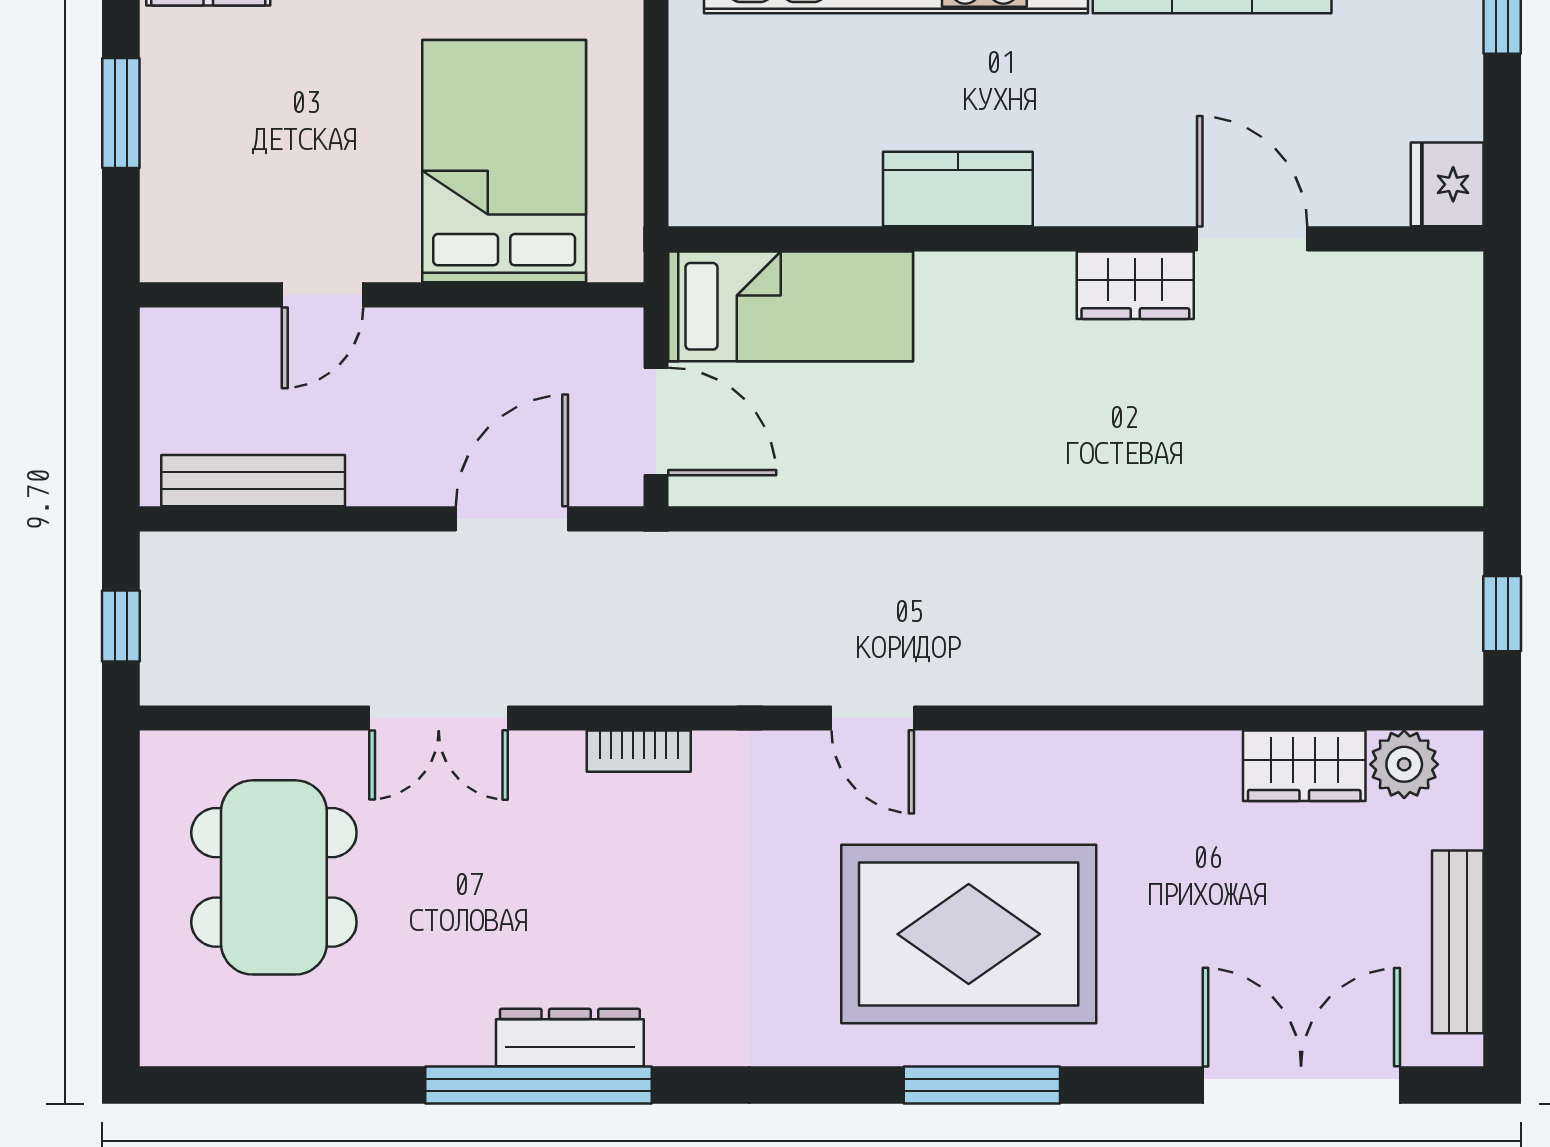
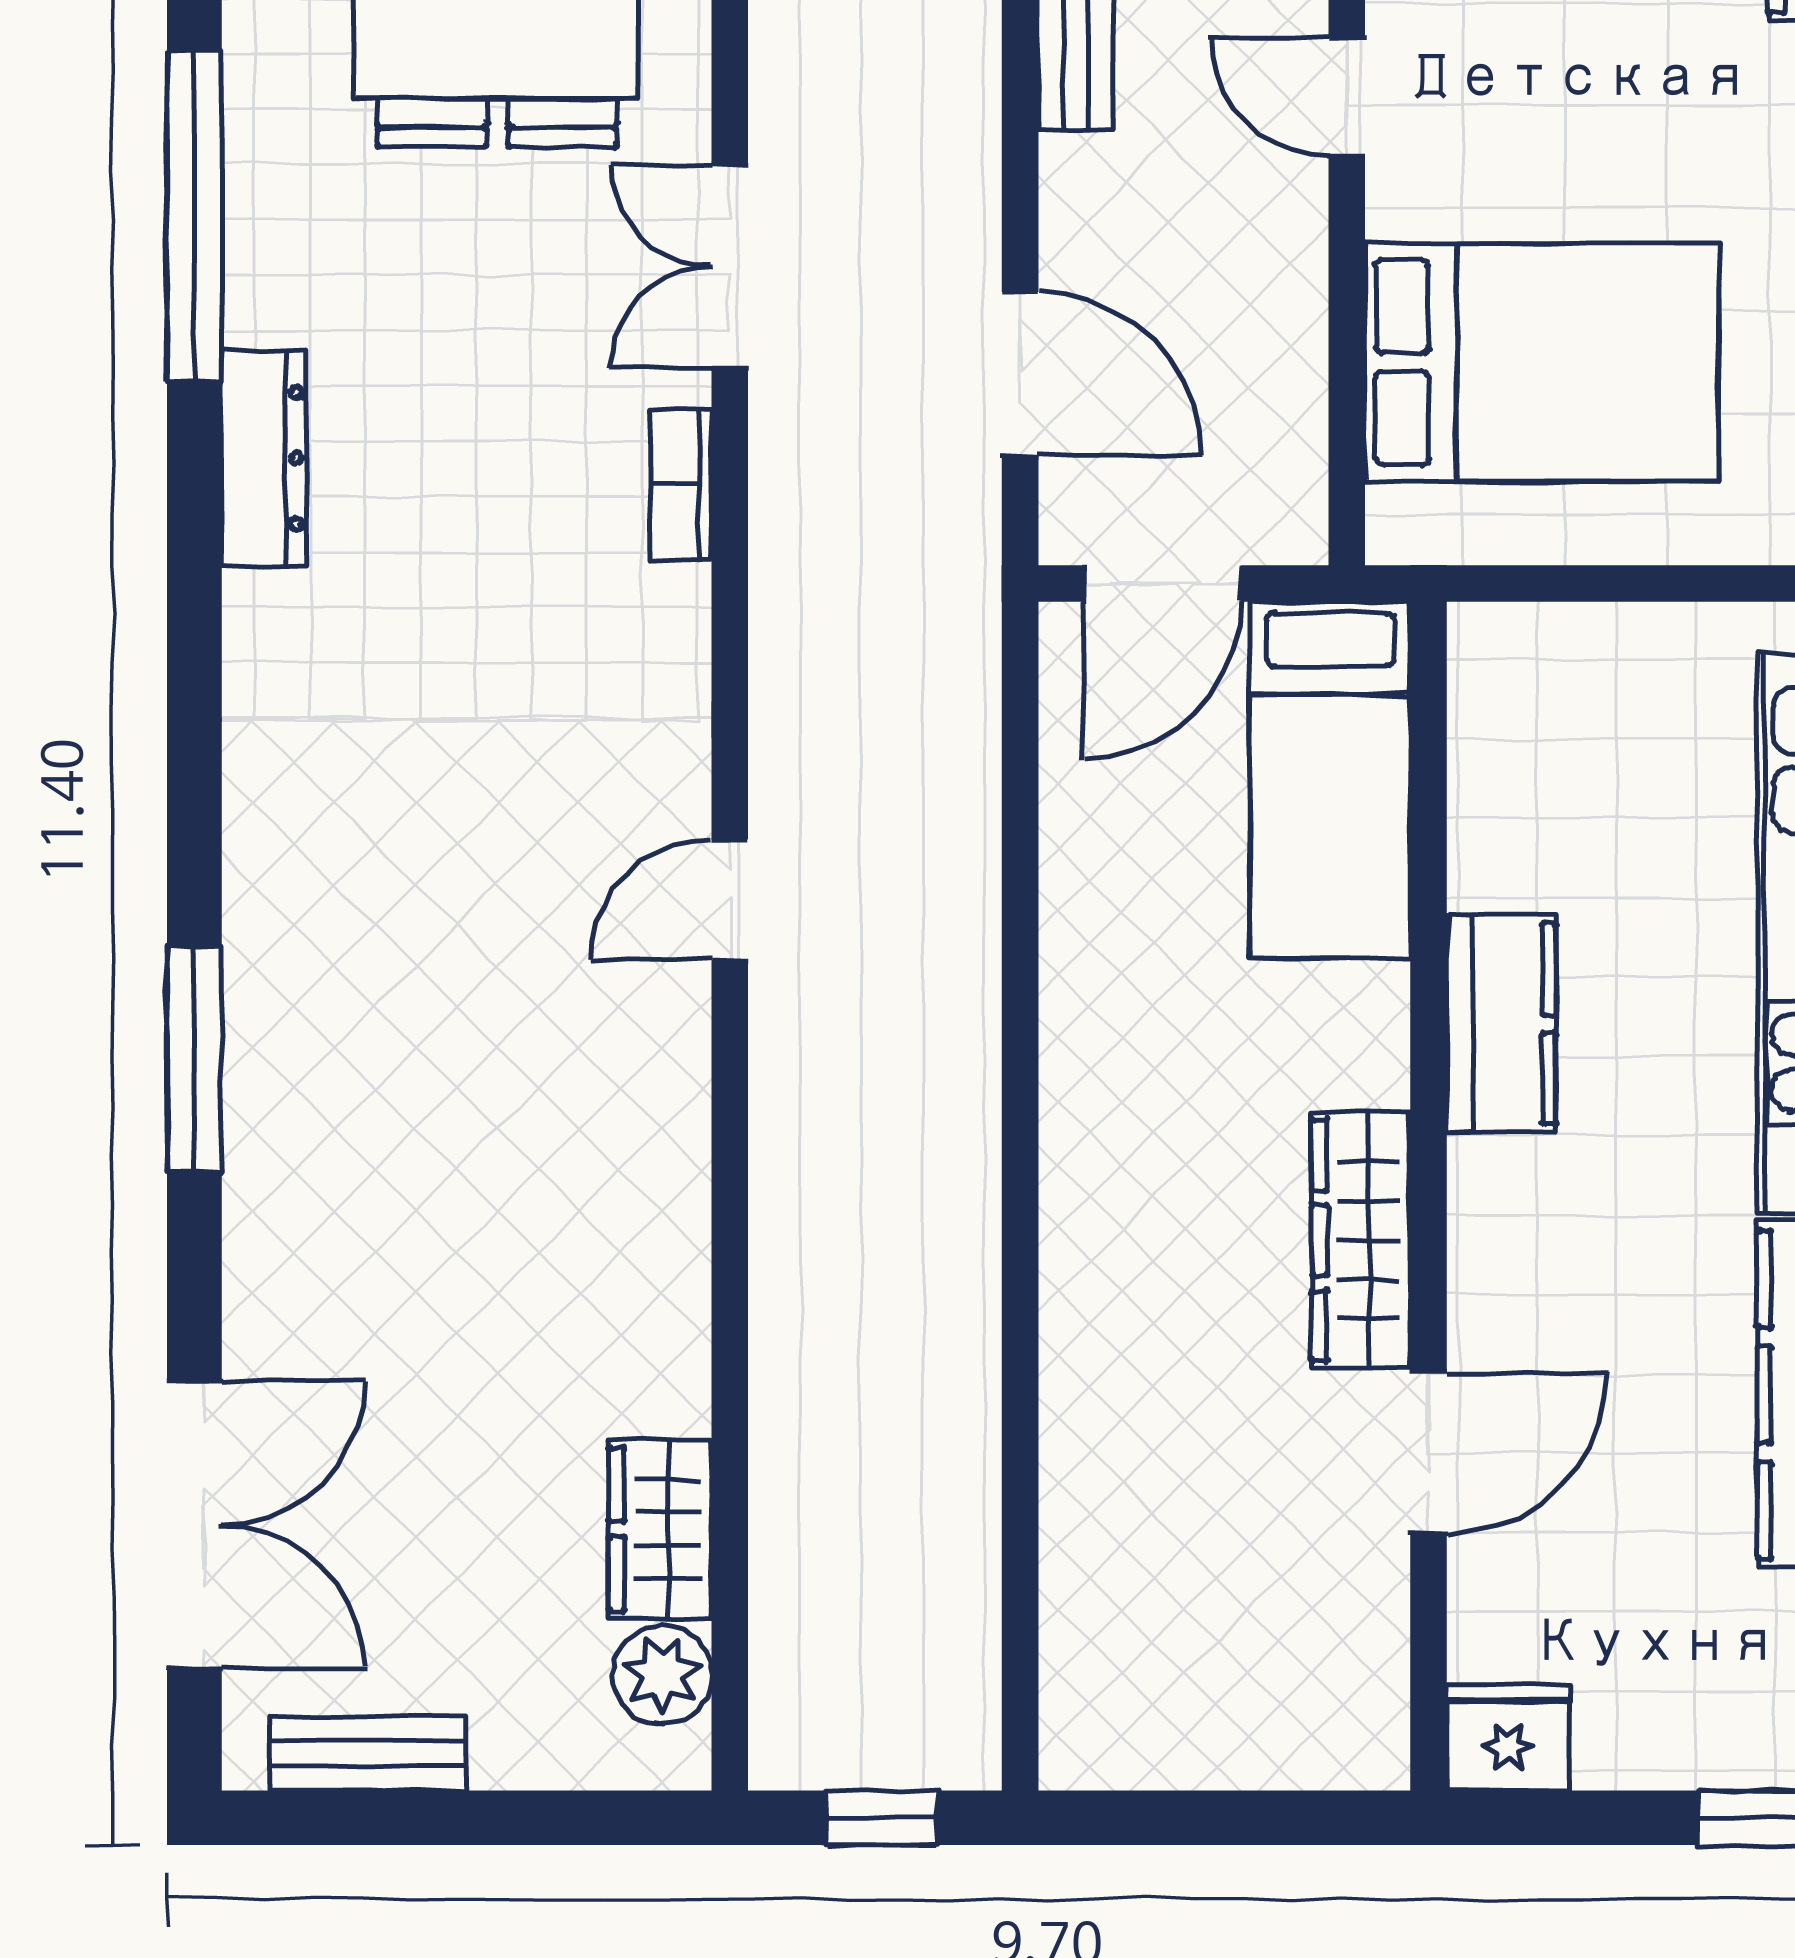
wardrobe: (1135, 285) -> (1361, 1240), width x1.50
bookcase: (639, 751) -> (681, 485), moved
rug: (969, 934) -> (415, 1040), removed
bench: (1458, 942) -> (368, 1753), width x0.73
window: (538, 1085) -> (194, 216), moved

